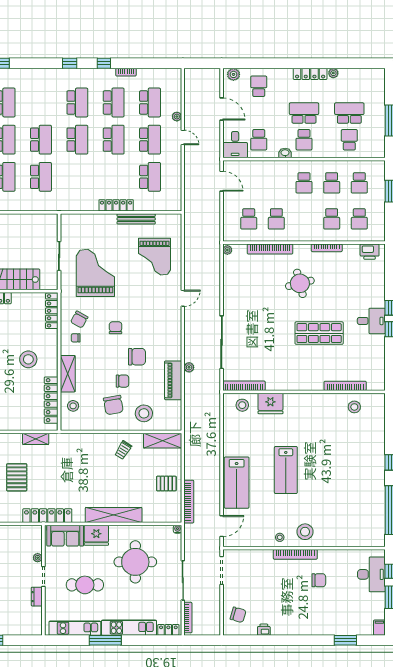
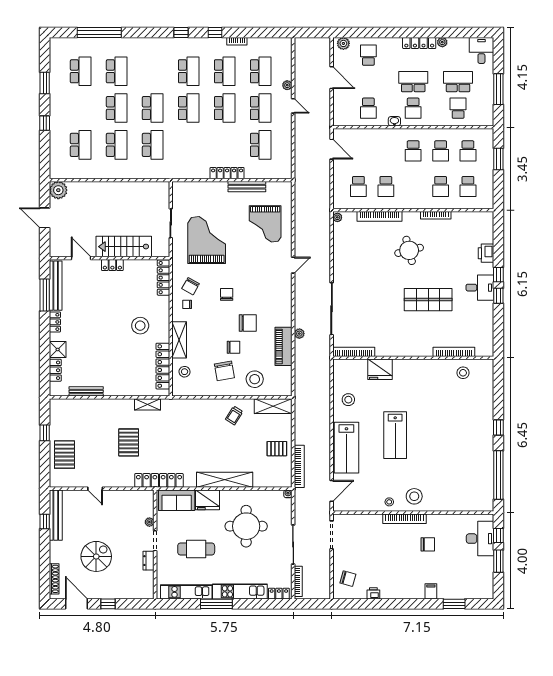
desk: (235, 145) -> (481, 50), moved, turned 180
printer: (370, 252) -> (486, 253), moved, turned 90
stool: (242, 405) -> (348, 400), moved
filing cabinet: (379, 628) -> (431, 591), moved

